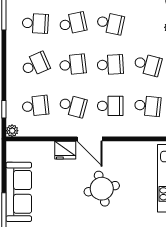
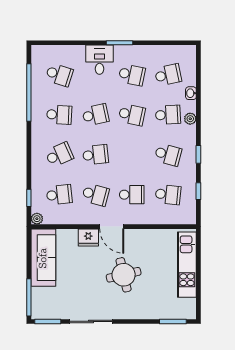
school desk: (110, 65) -> (168, 115), moved
sofa: (19, 192) -> (43, 258), moved

